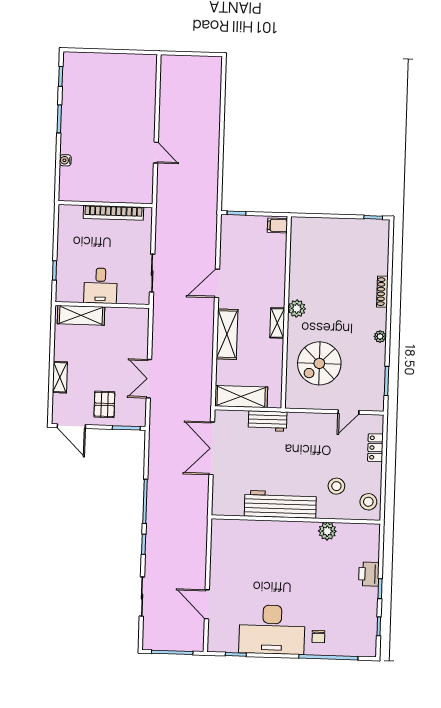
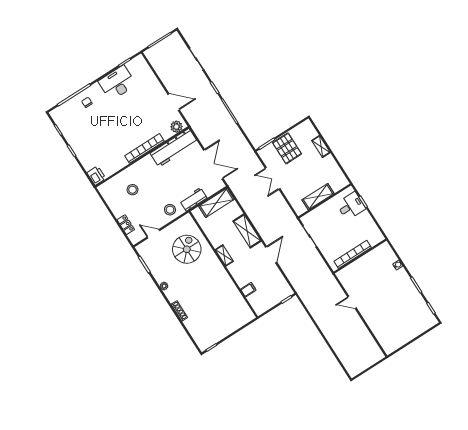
filing cabinet: (277, 225) -> (248, 290), moved
desk: (100, 286) -> (351, 206), moved, turned 90
plant: (297, 309) -> (219, 270), removed
shelving: (81, 315) -> (318, 197), moved
double door: (149, 379) -> (273, 178), swing flipped
pallet: (104, 404) -> (287, 148), width x1.50, depth x1.42
door: (348, 412) -> (153, 234), hinge flipped
door: (71, 426) -> (297, 124), removed
stool: (368, 502) -> (170, 210), moved
workbench: (280, 504) -> (174, 148), moved
bookcase: (285, 528) -> (145, 148), added
plant: (327, 531) -> (176, 127), moved
printer: (369, 574) -> (96, 176), moved
door: (207, 604) -> (174, 102), moved
desk: (272, 630) -> (117, 83), width x0.73, depth x0.77

